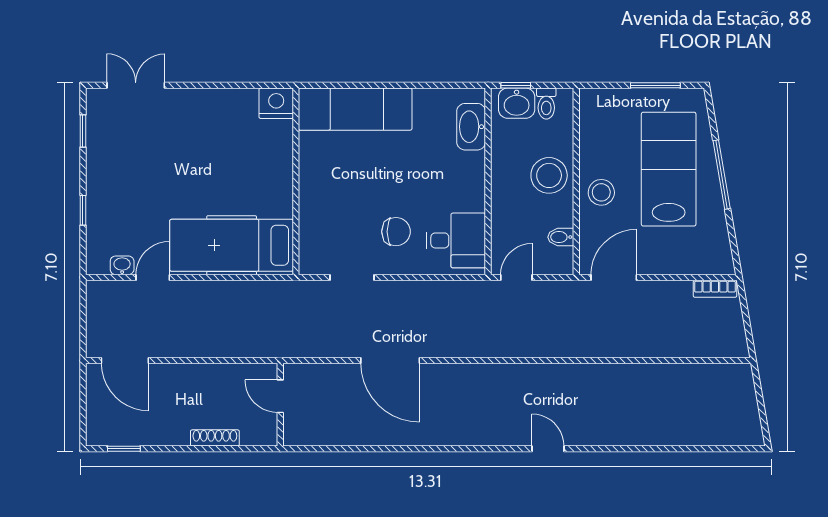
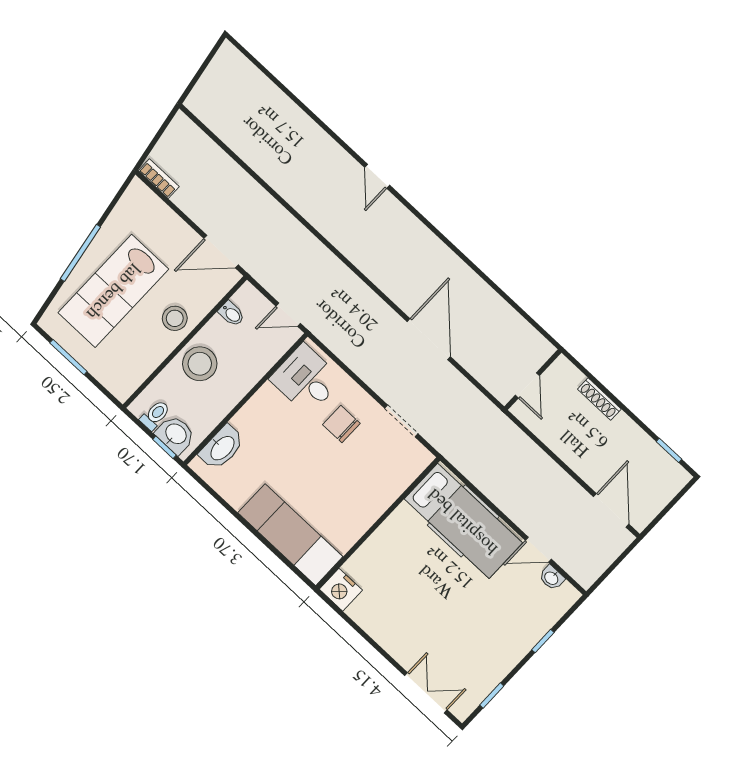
double door: (136, 85) -> (426, 693), swing flipped

